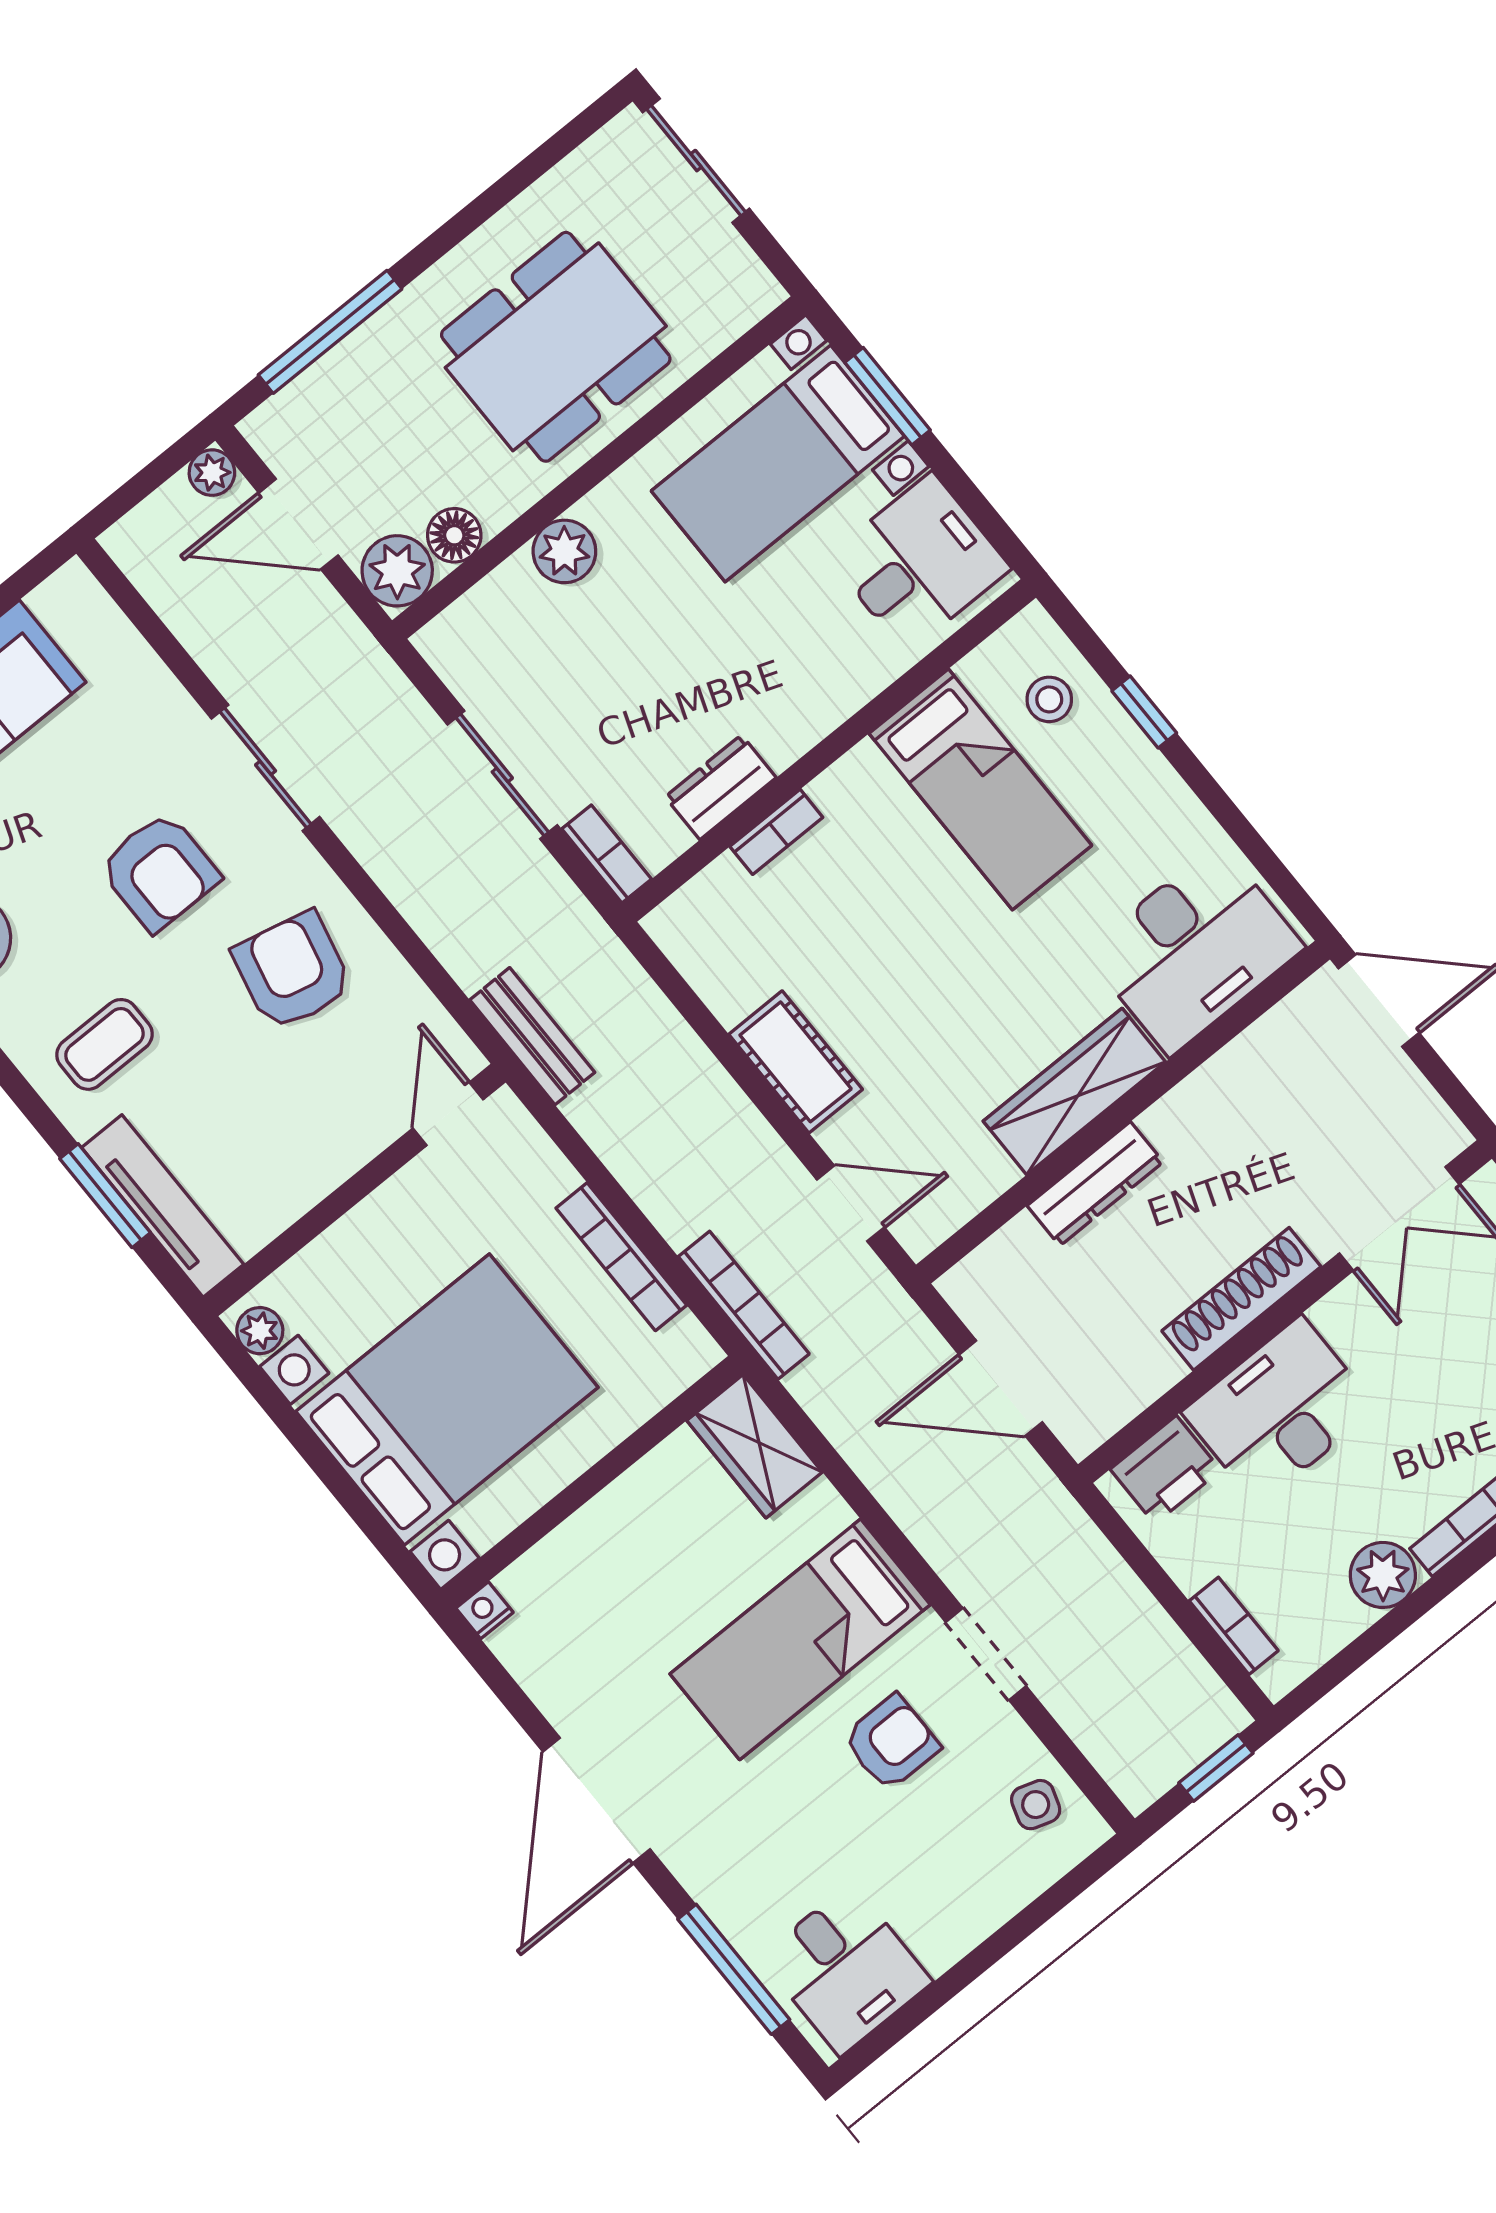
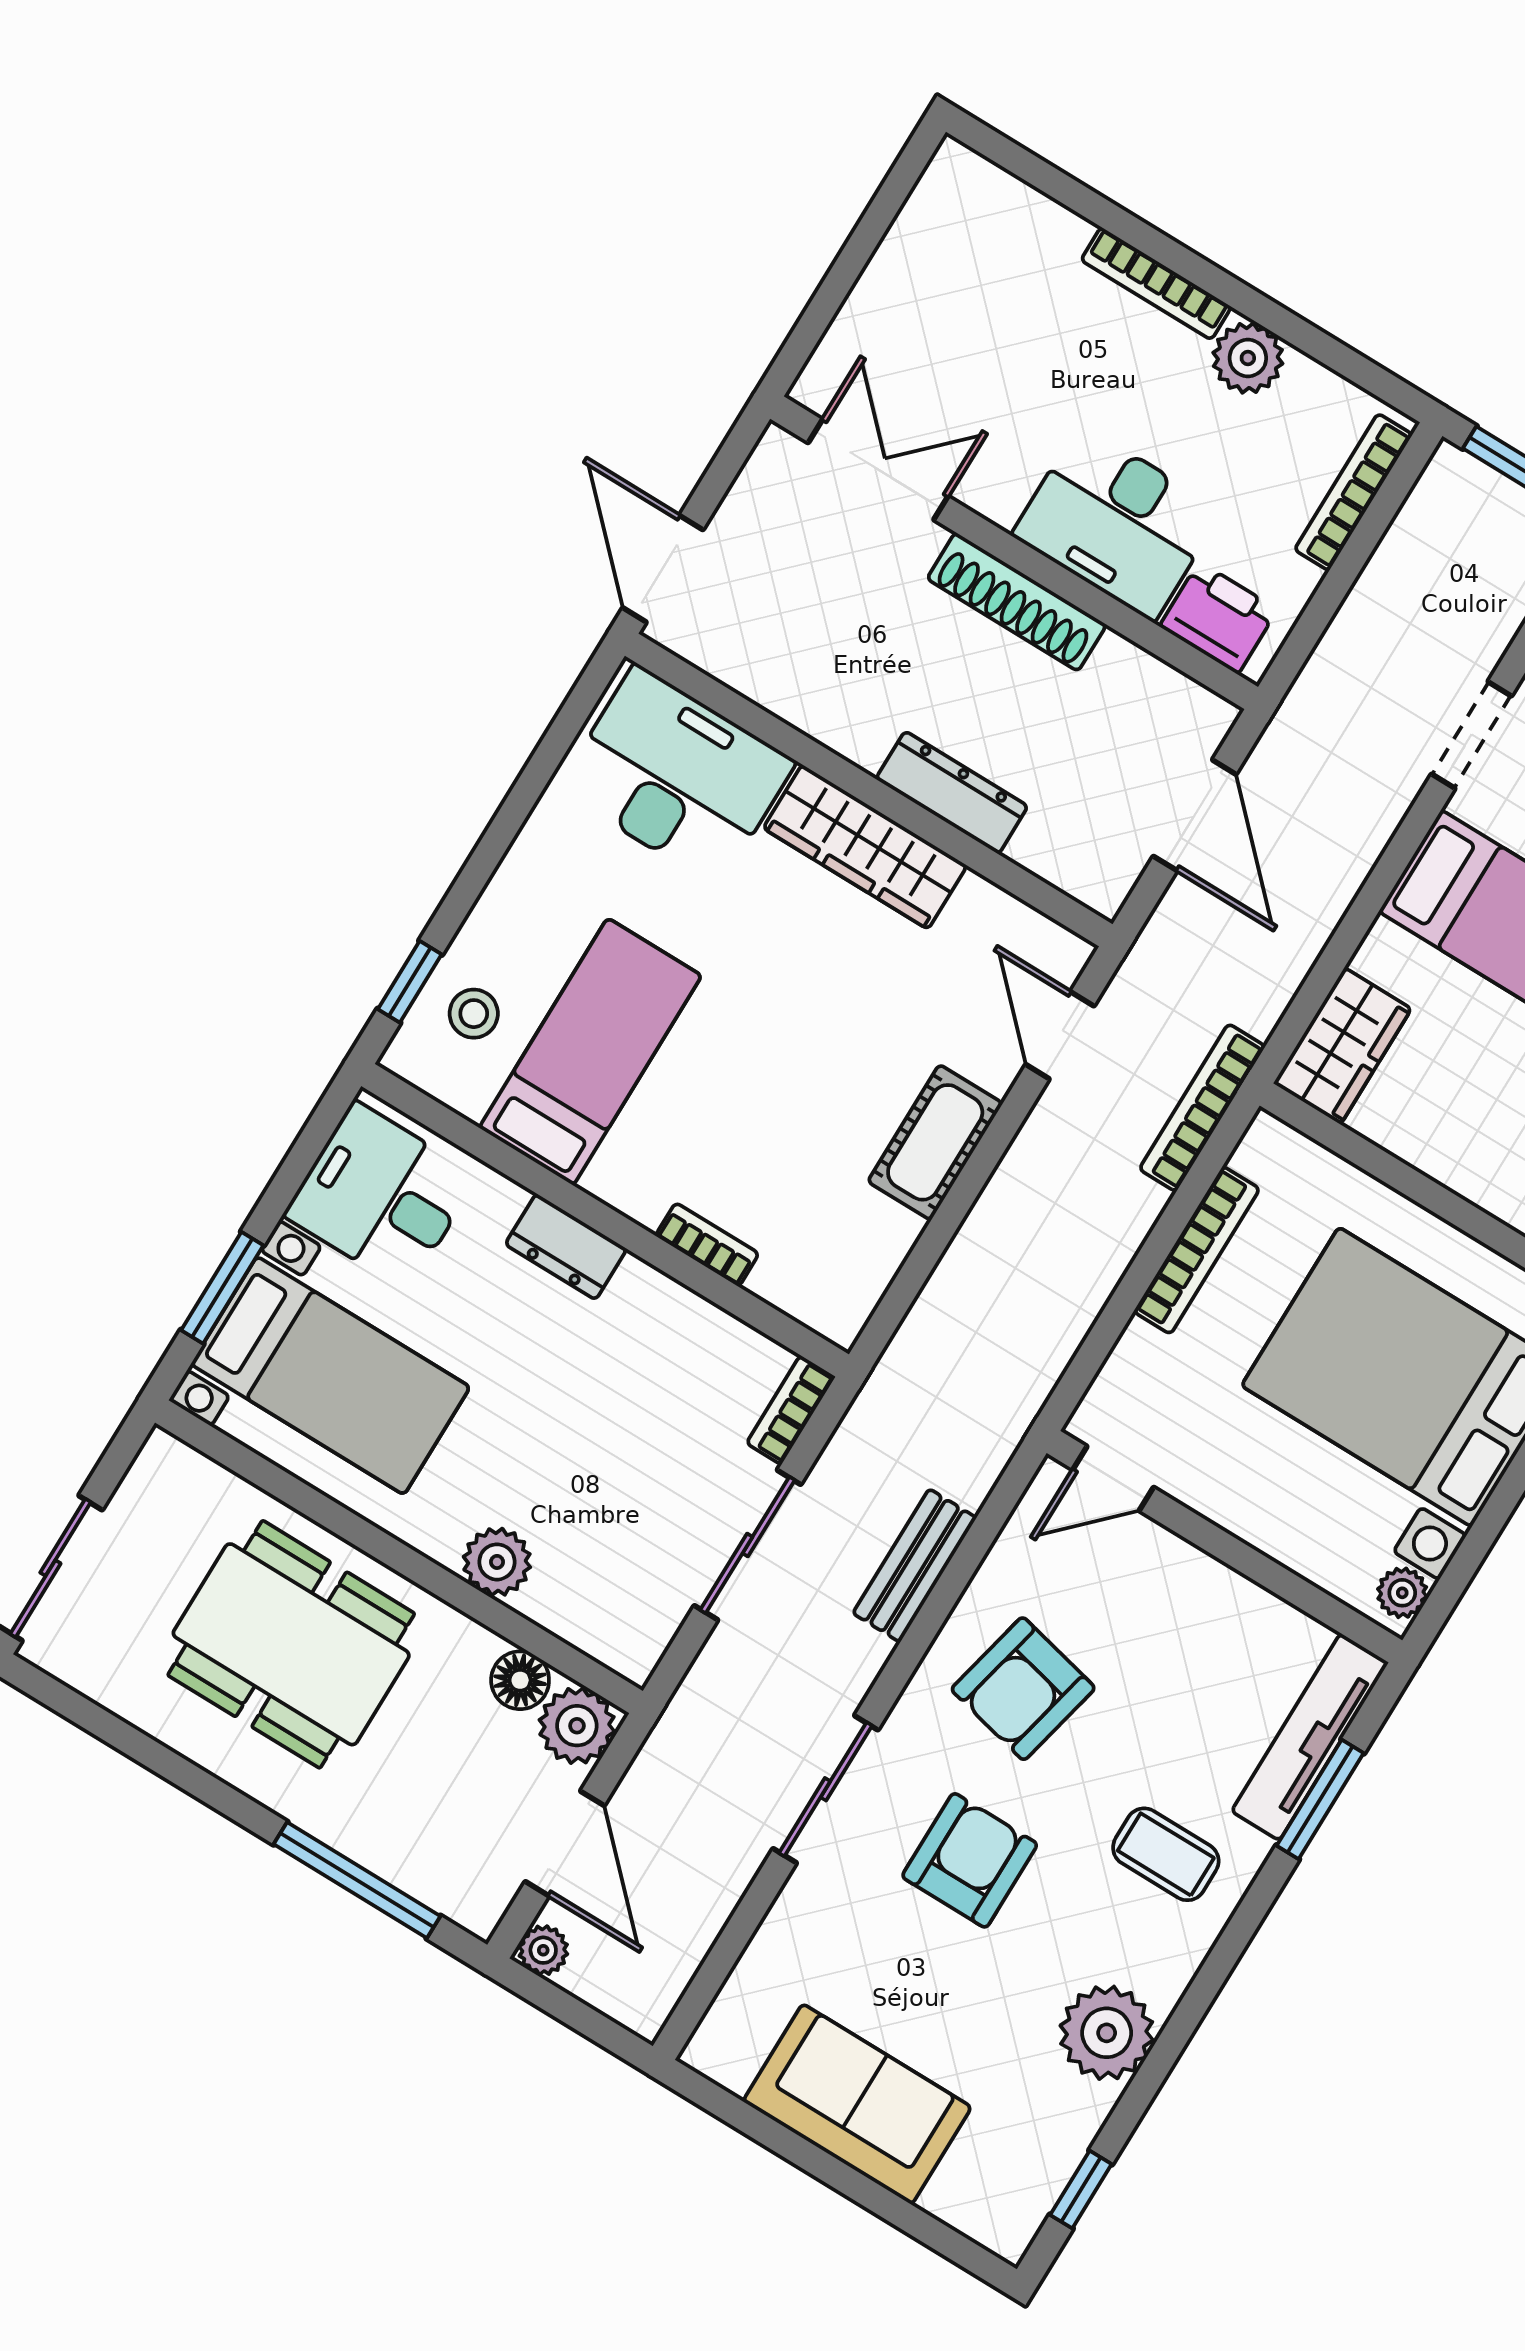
window: (1144, 712) -> (410, 982), moved
dresser: (721, 787) -> (566, 1247), moved
bench: (532, 1036) -> (915, 1566), moved
bookcase: (1234, 1626) -> (1353, 492), width x1.56

